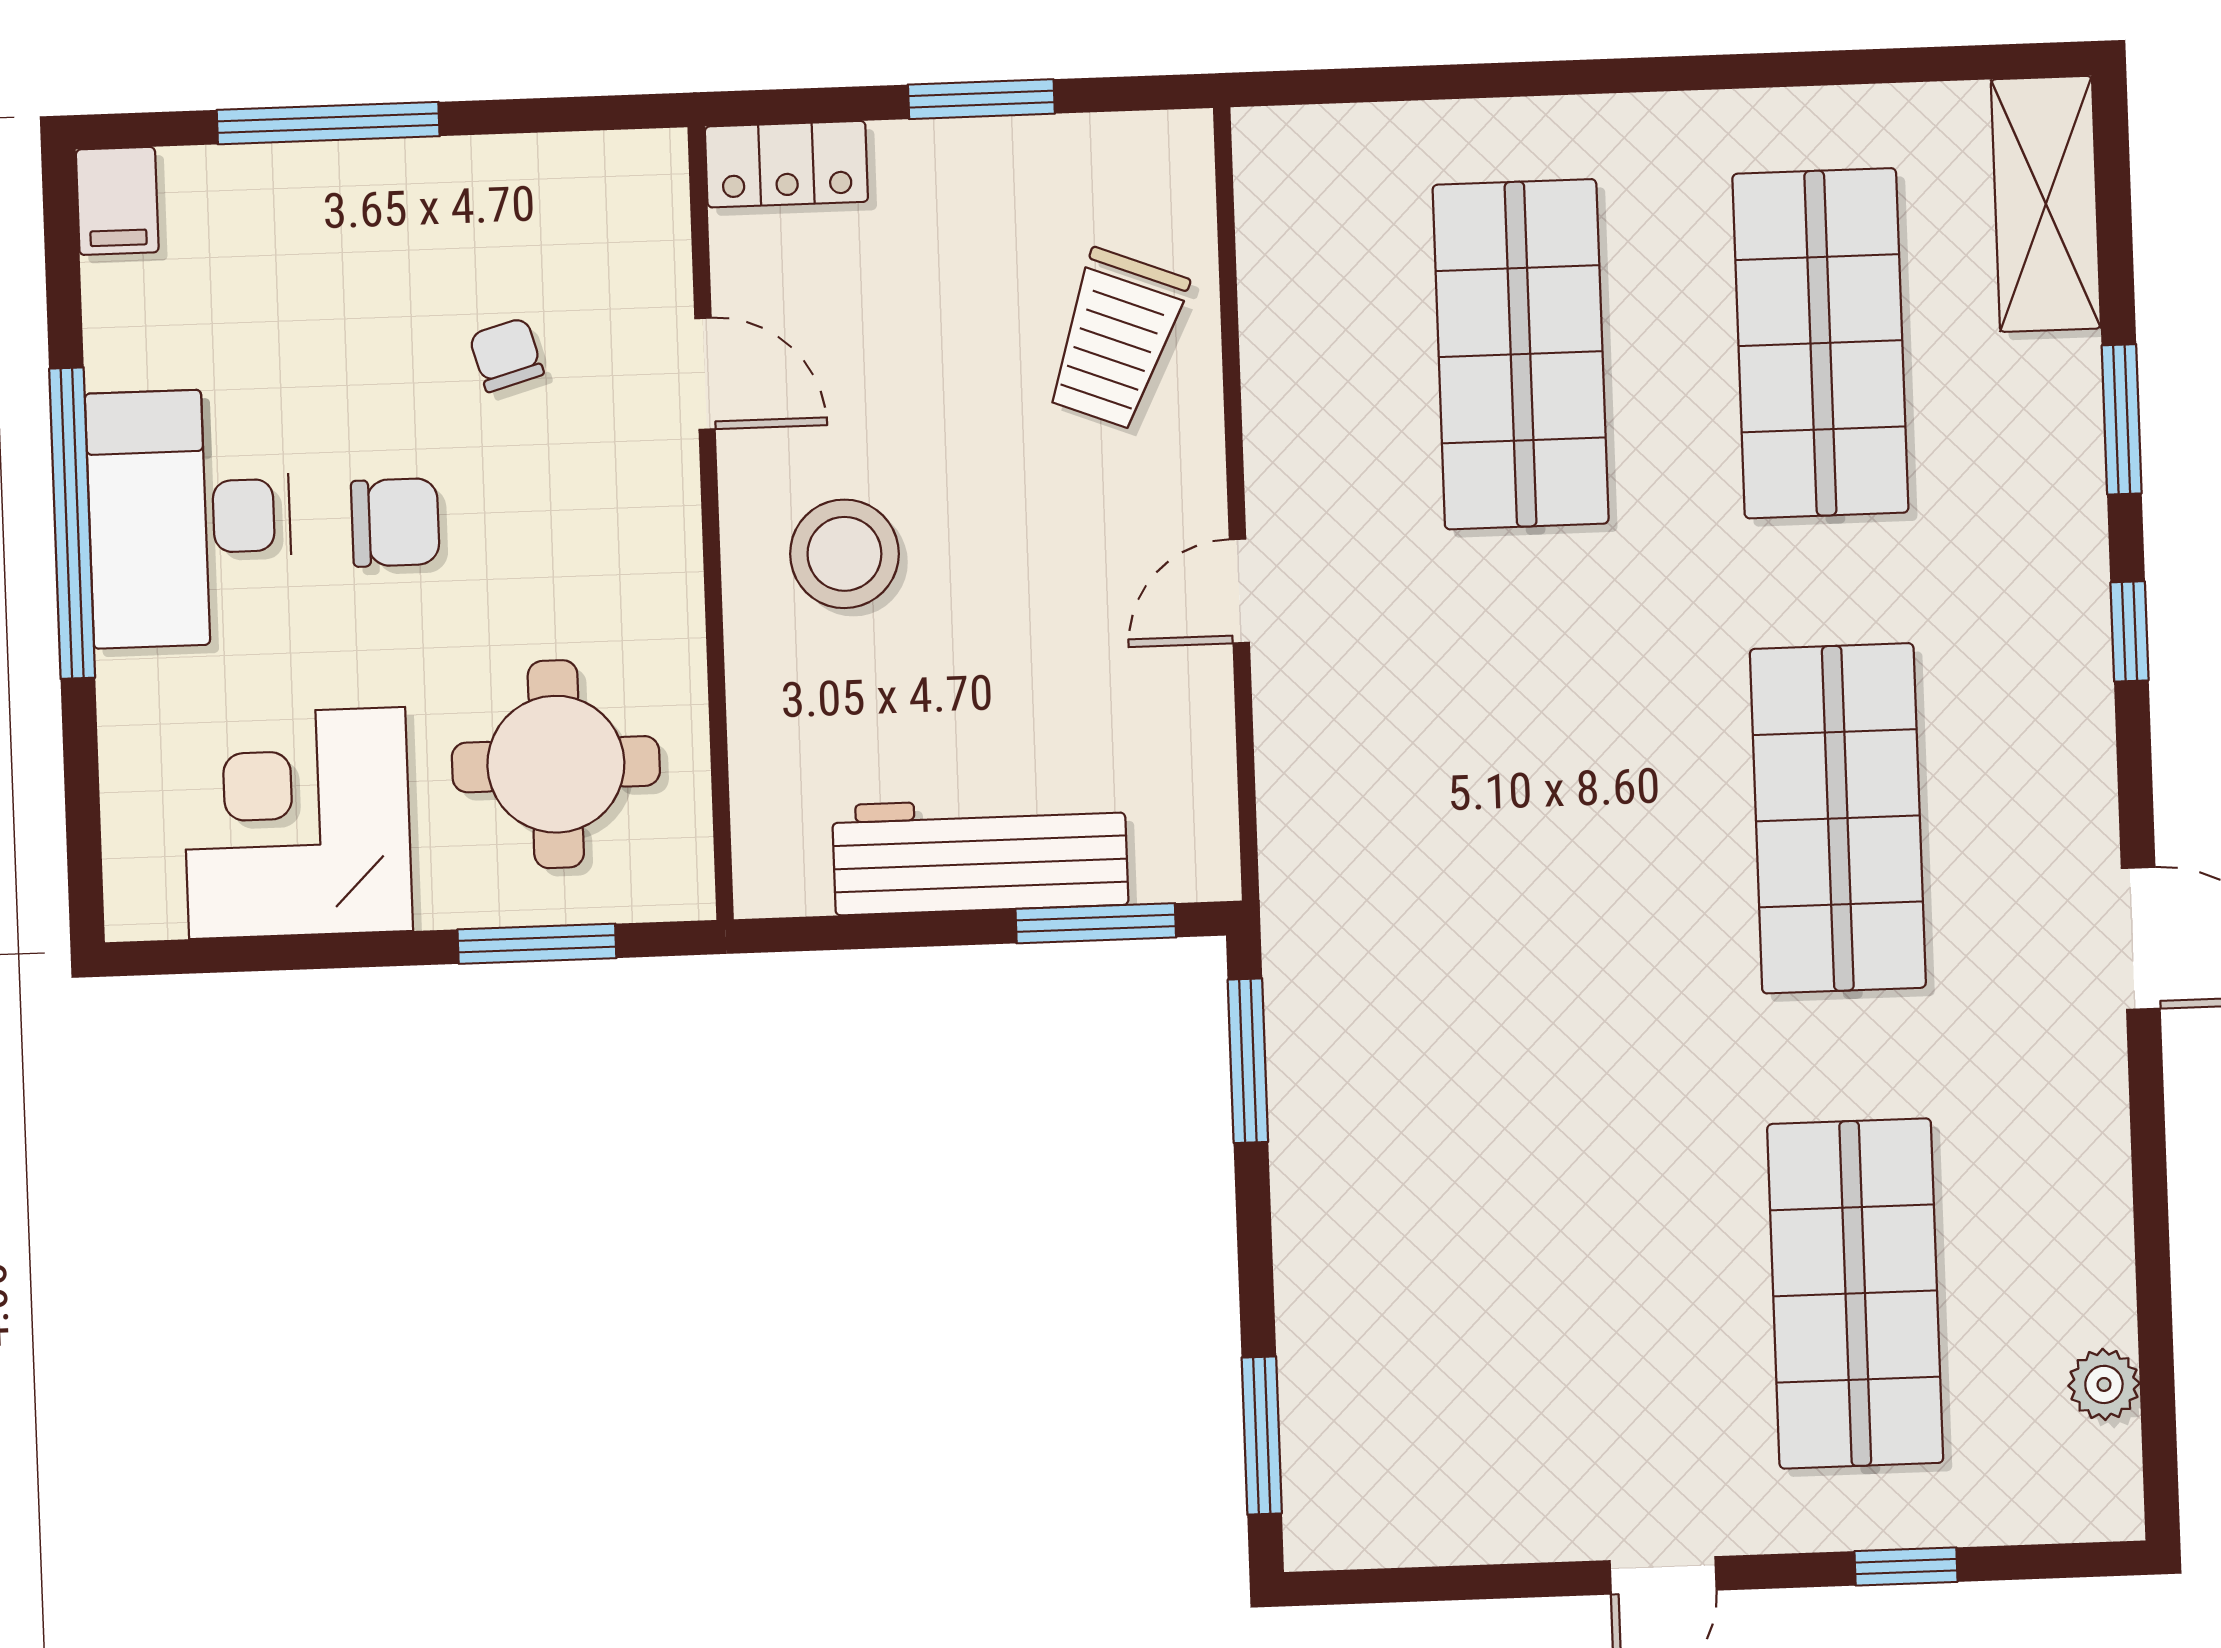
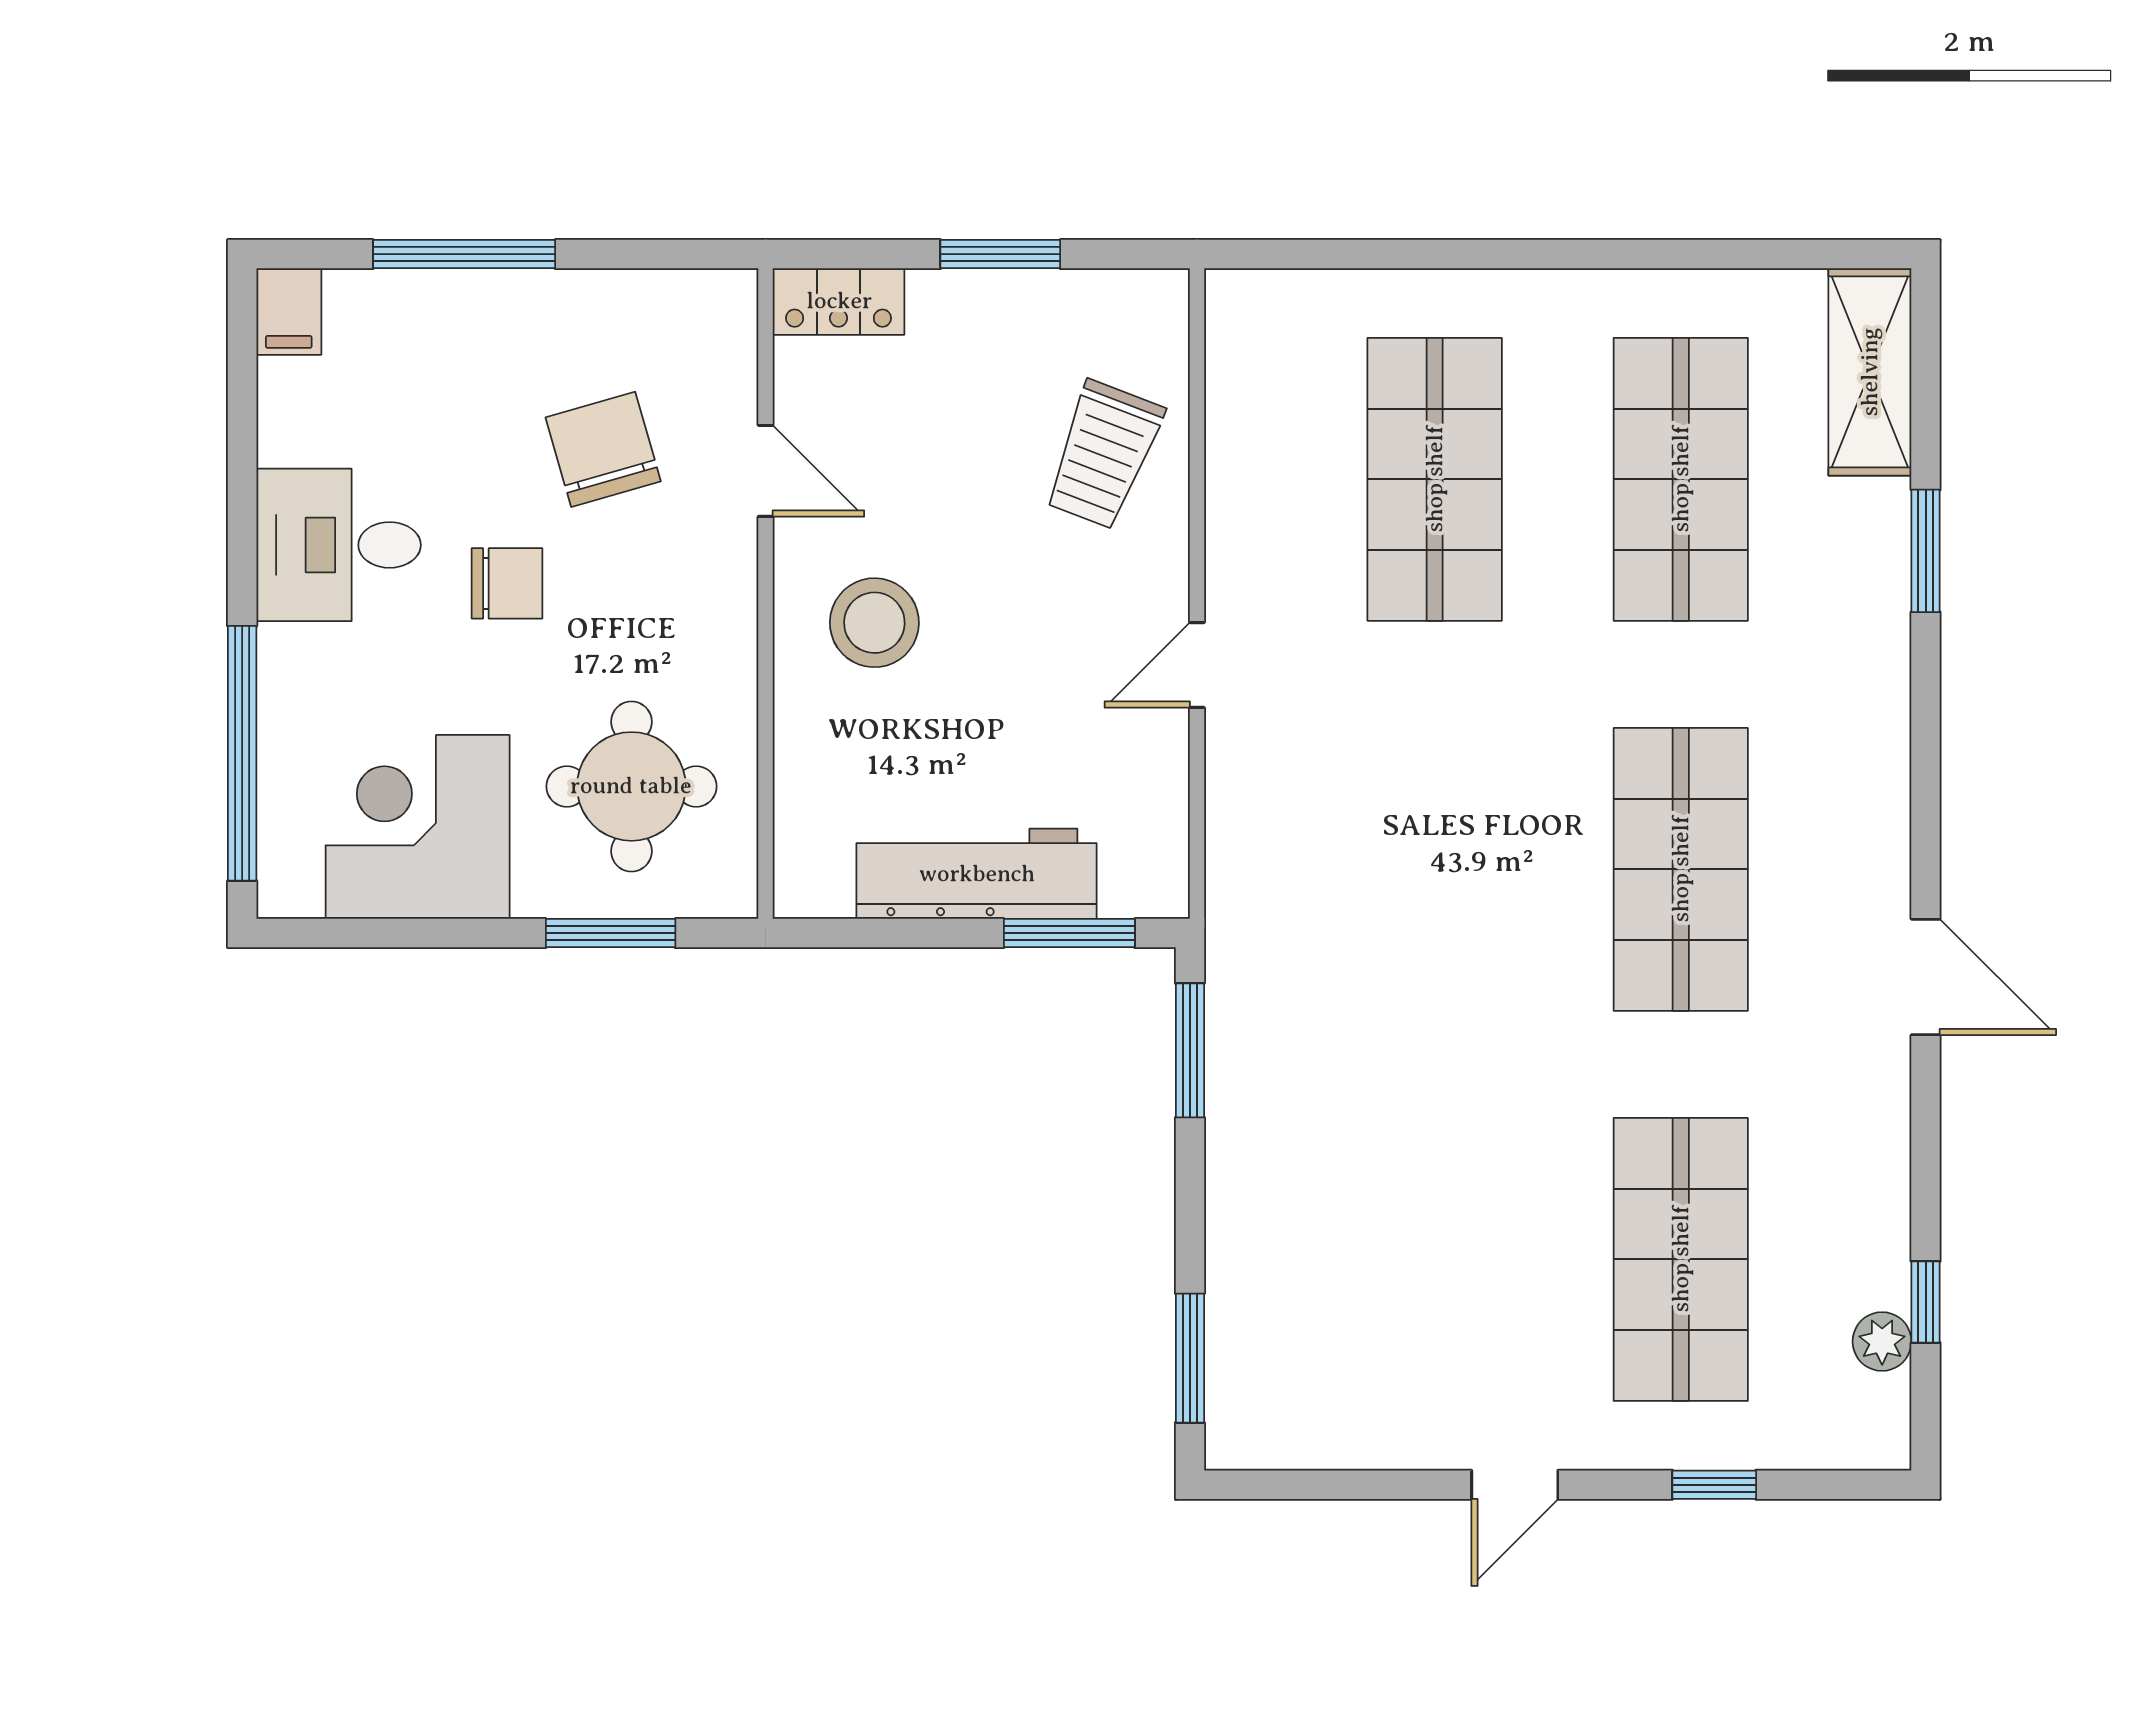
chair: (506, 355) -> (603, 449), width x1.87, depth x1.87
desk: (190, 518) -> (339, 545), width x0.73
window: (72, 523) -> (242, 753), moved
window: (2129, 631) -> (1926, 1302), moved

